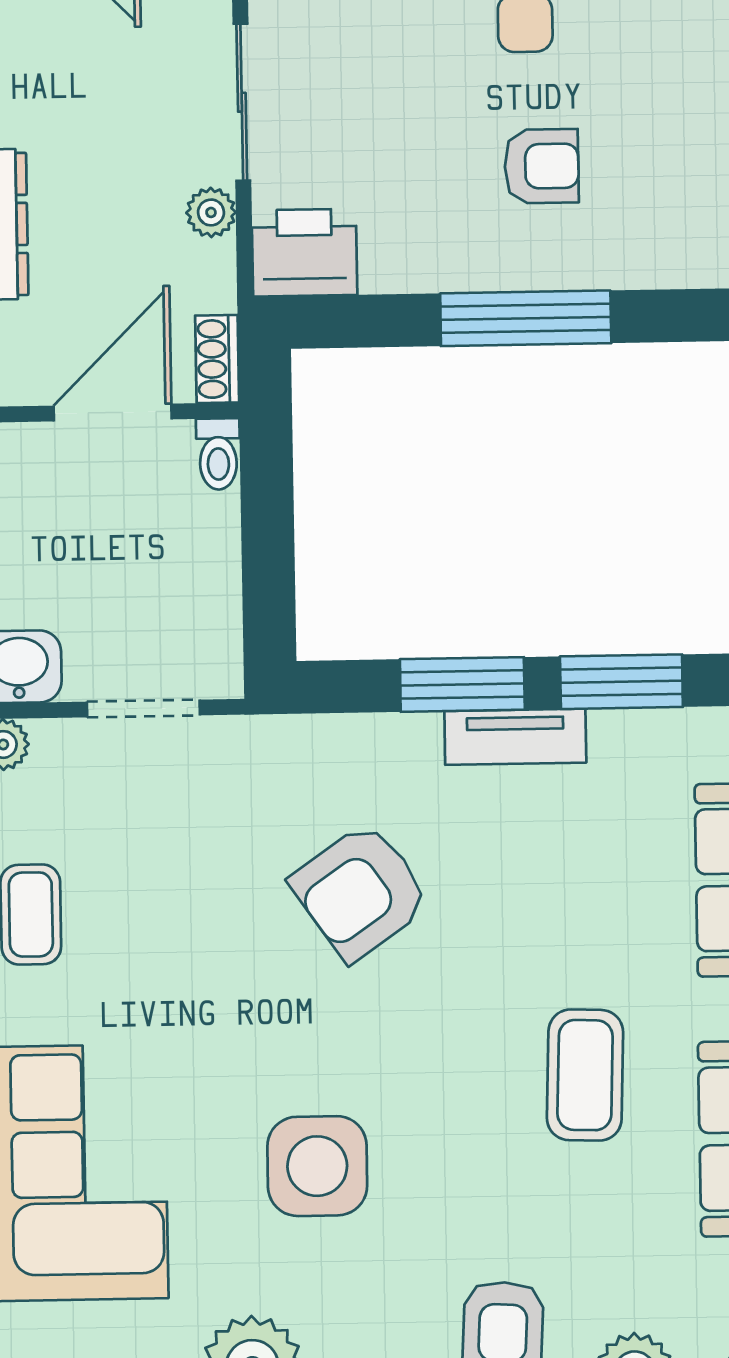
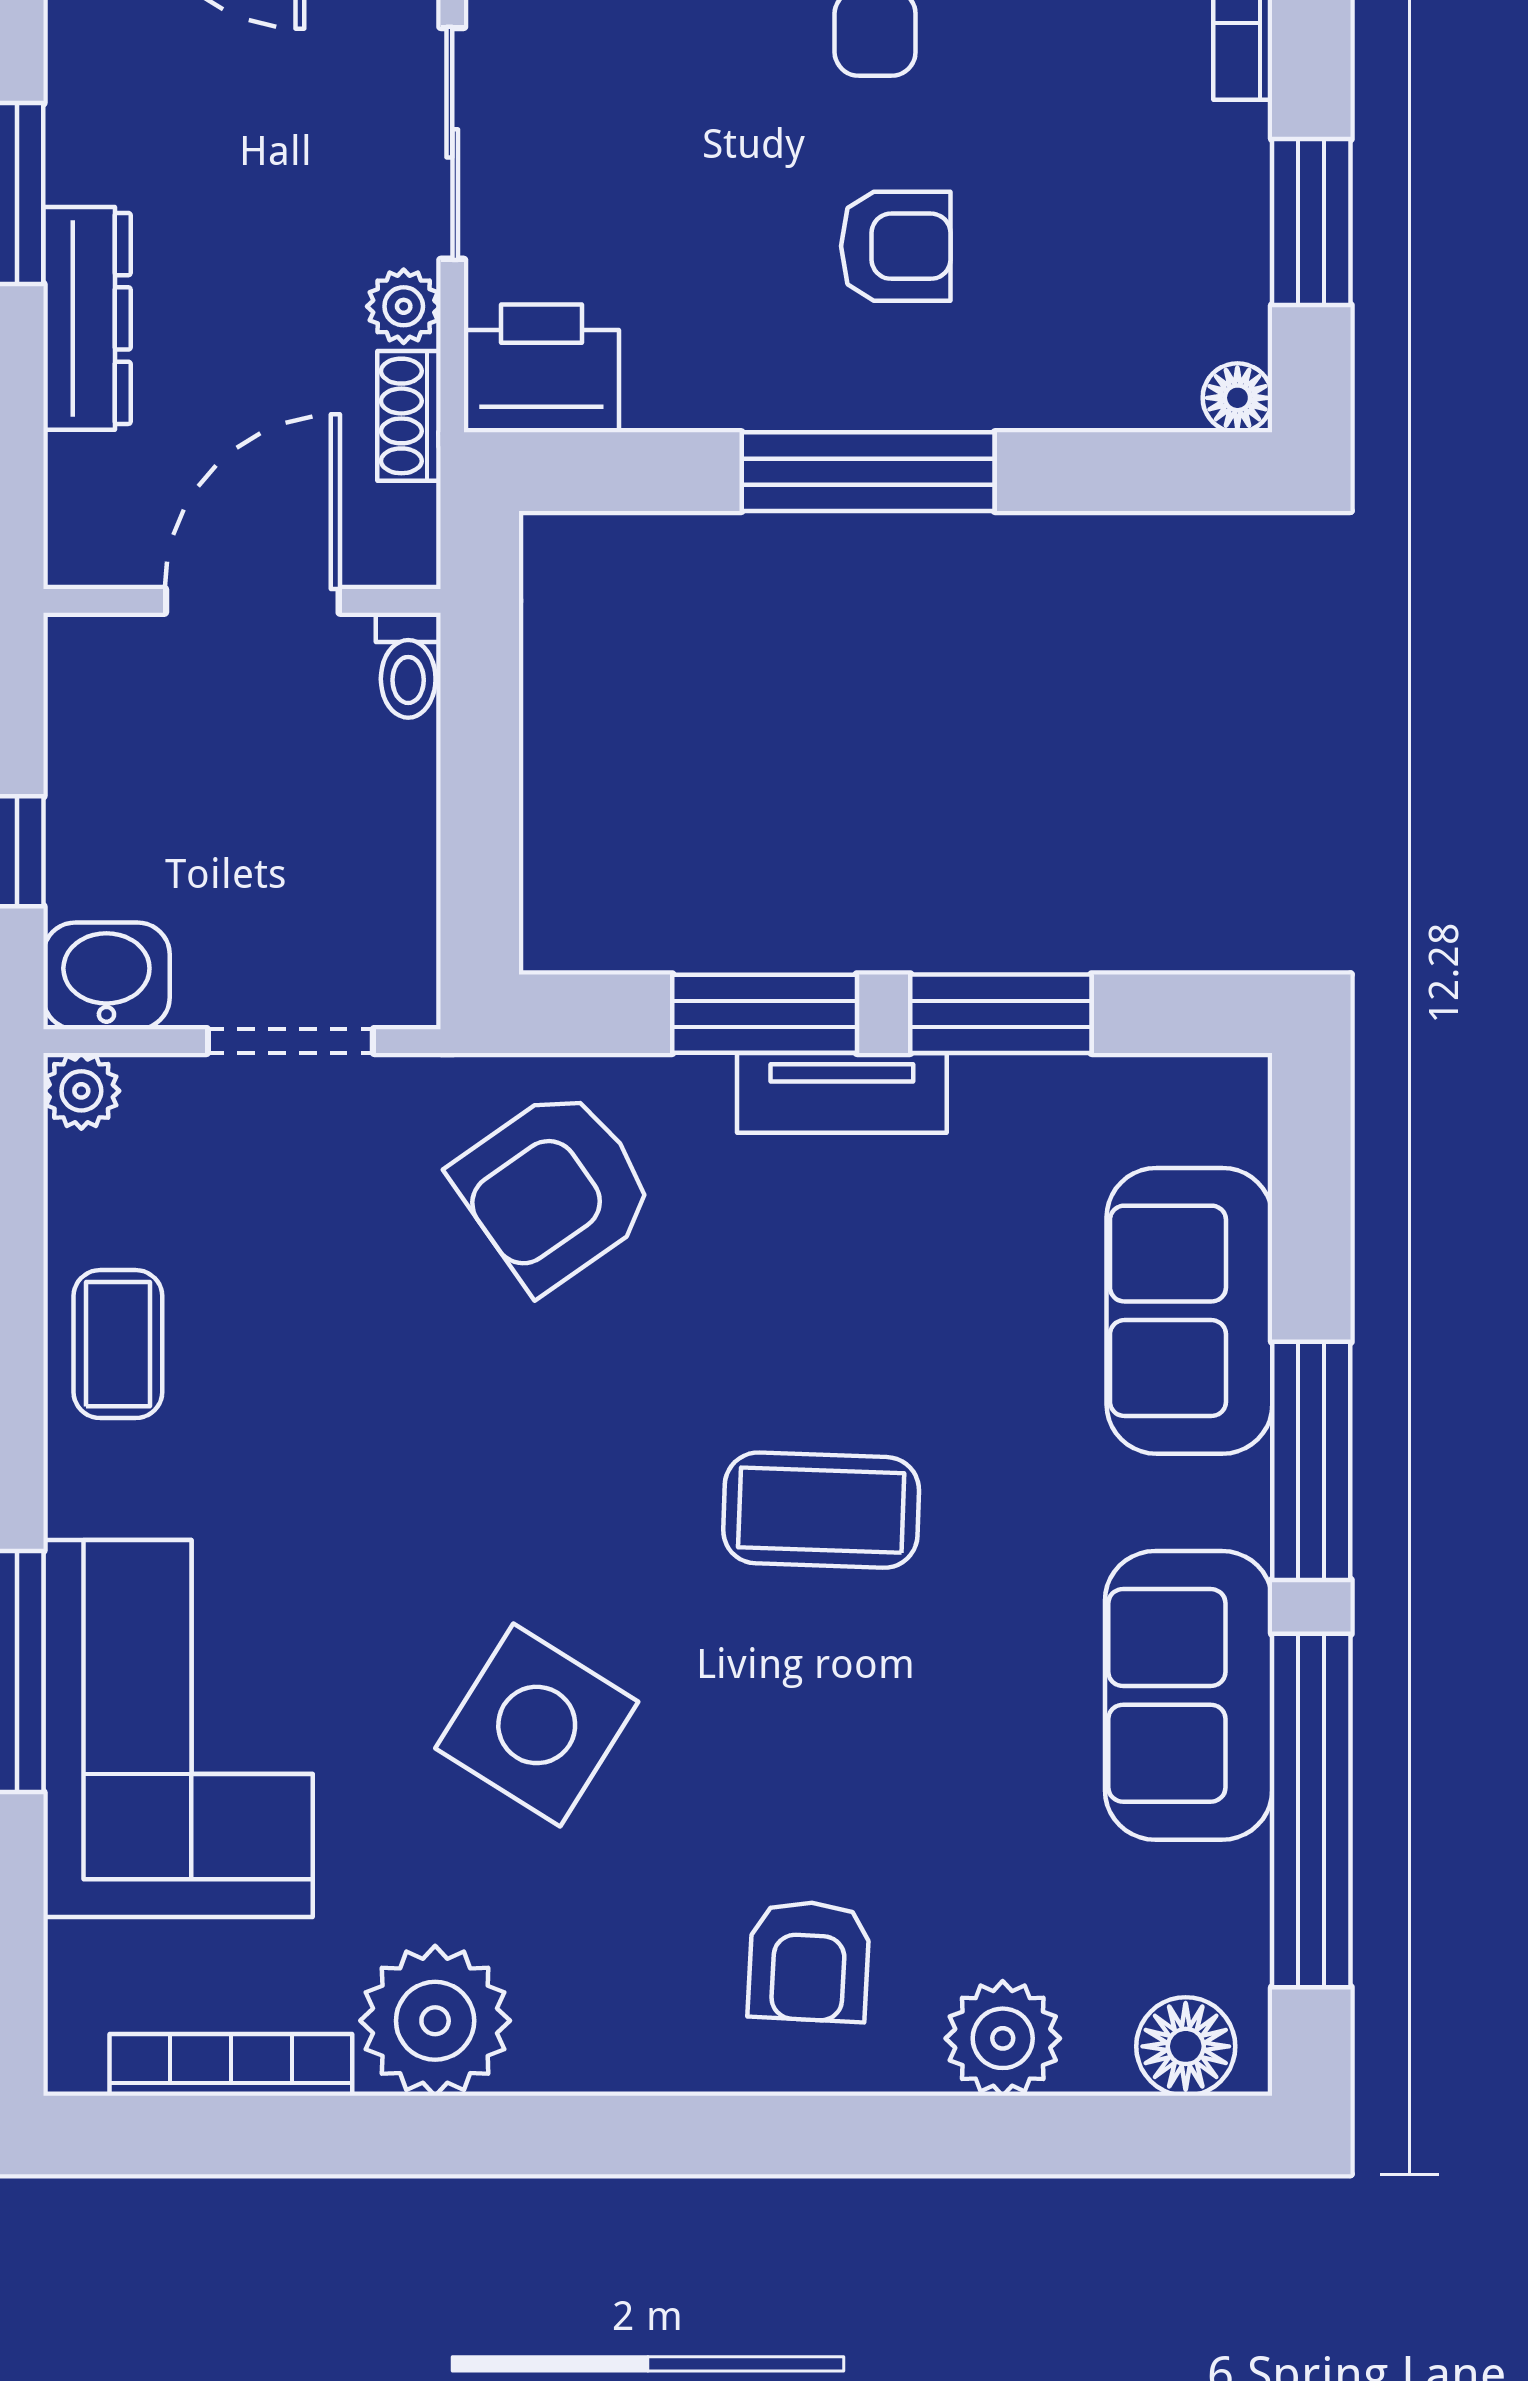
shoe rack: (217, 359) -> (409, 416), moved
armchair: (360, 892) -> (554, 1189), moved
coffee table: (585, 1075) -> (821, 1510), moved, turned 90
side table: (317, 1166) -> (537, 1725), turned 32

